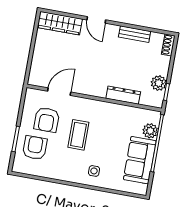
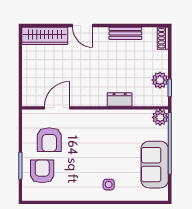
dresser: (123, 95) -> (120, 99), width x0.70
plant: (150, 131) -> (160, 117), moved
coffee table: (78, 135) -> (85, 150), removed

